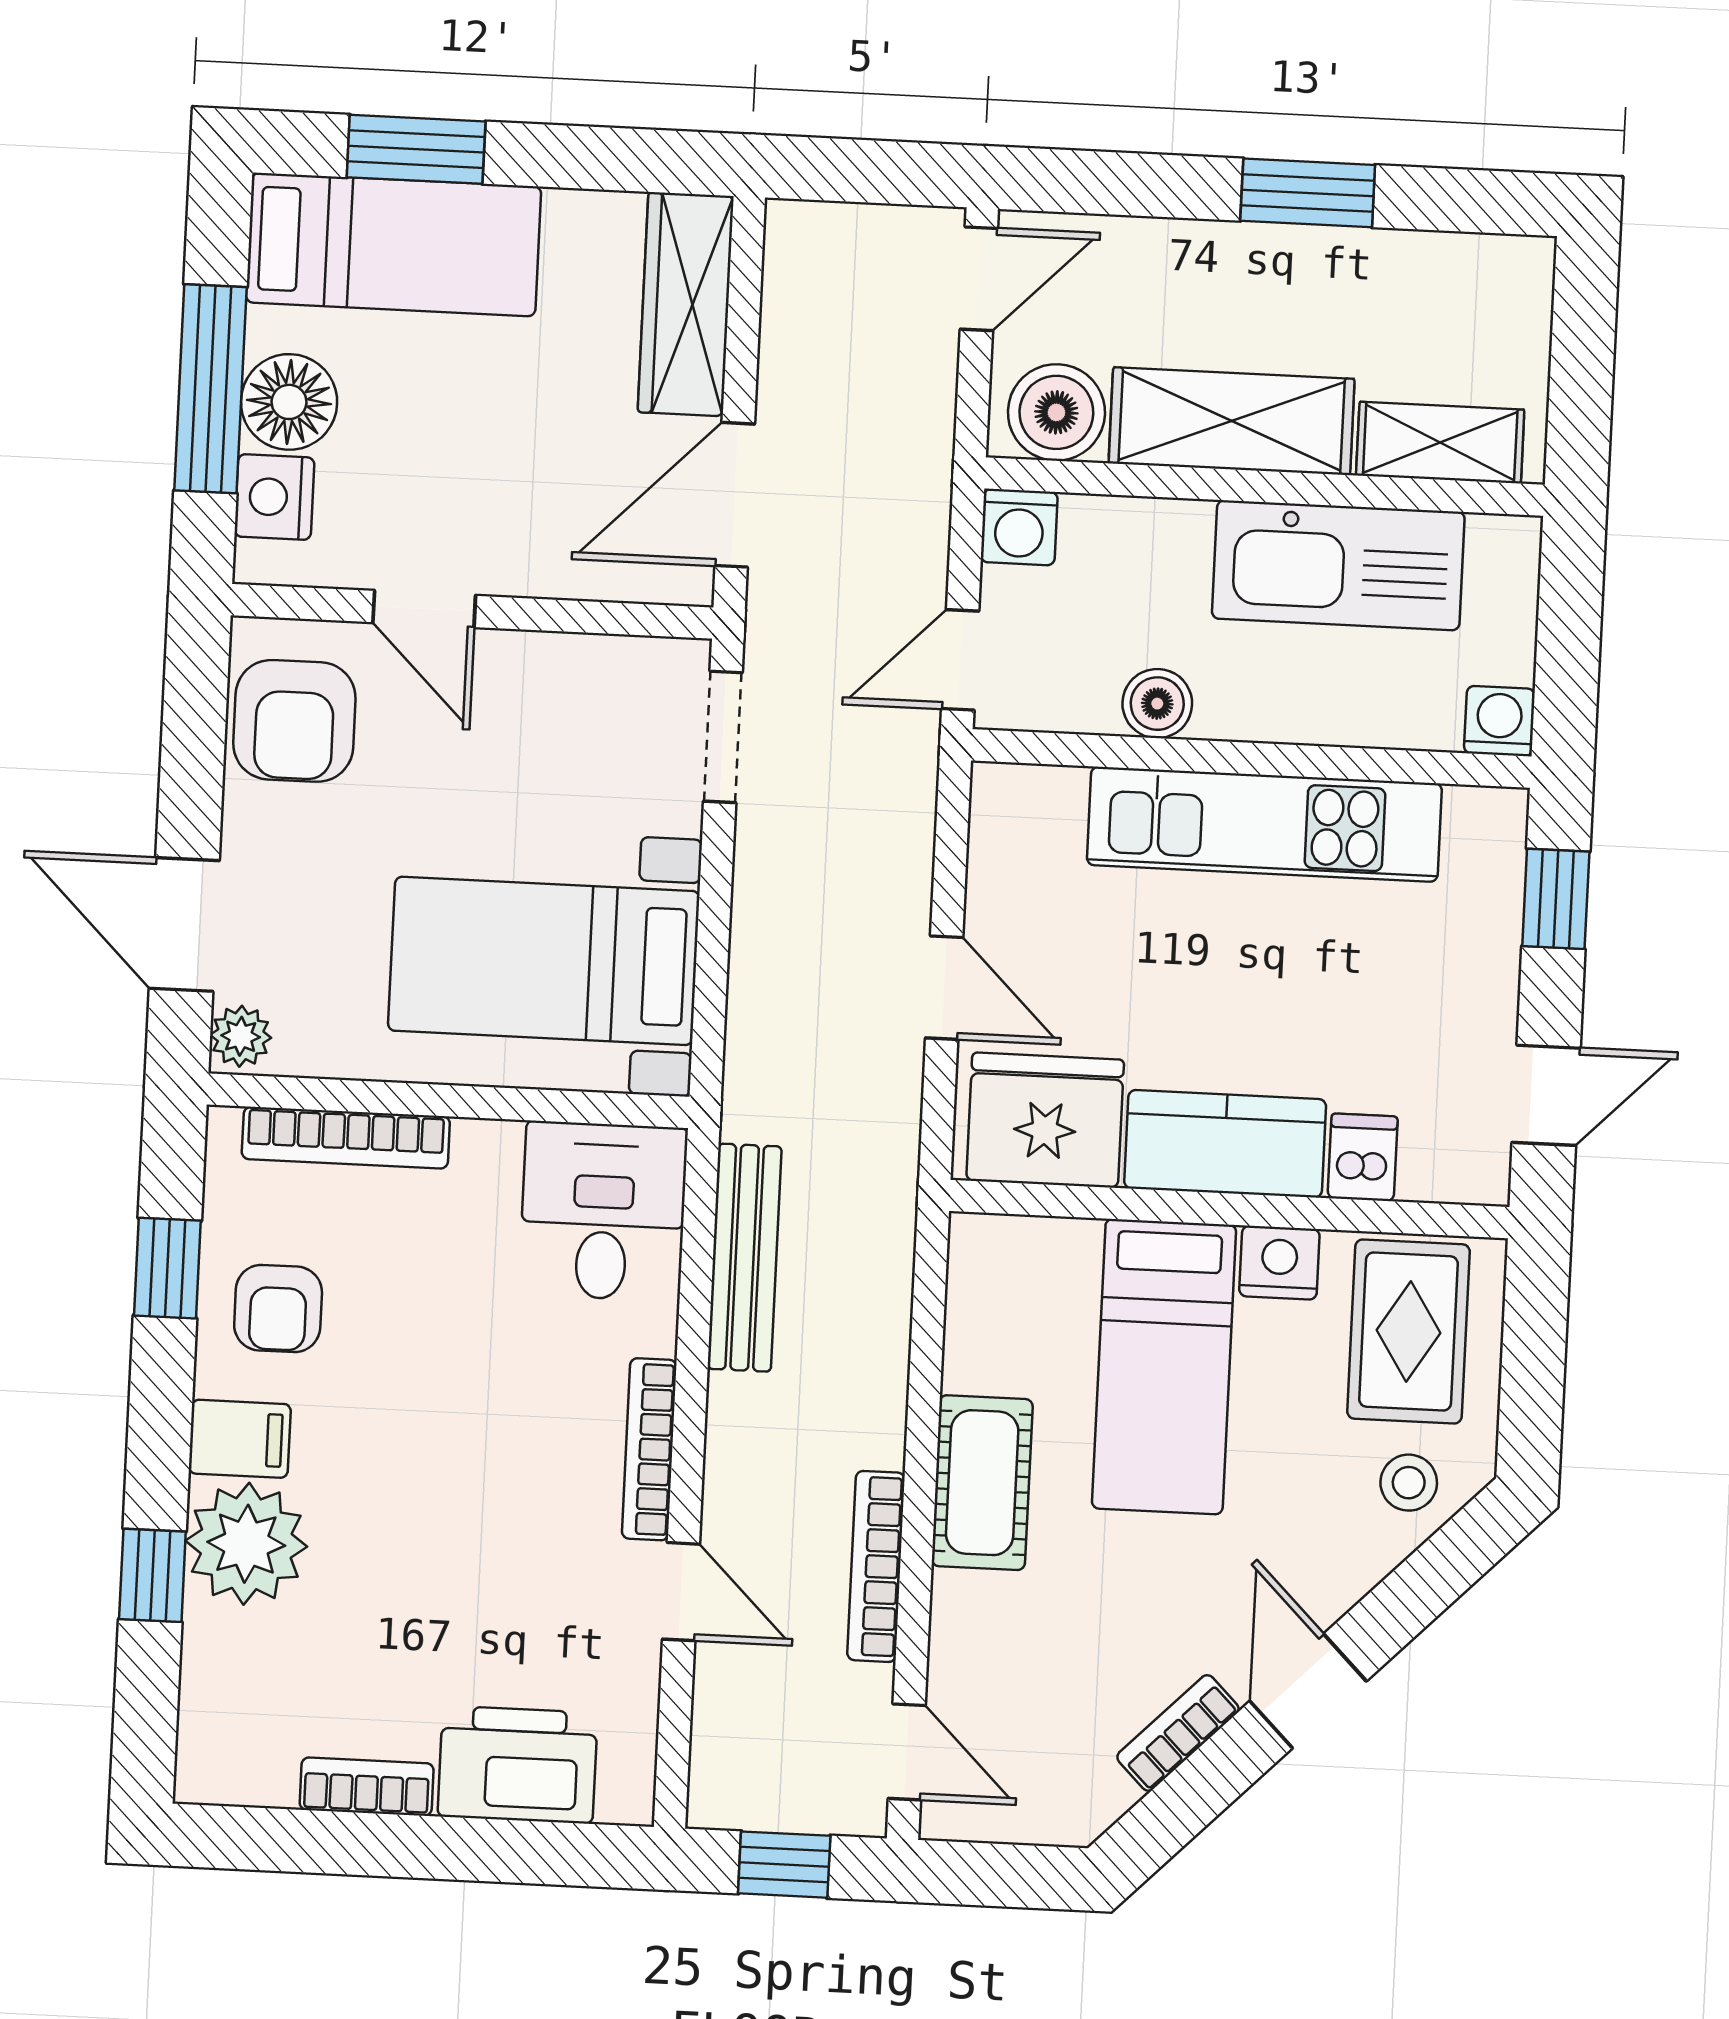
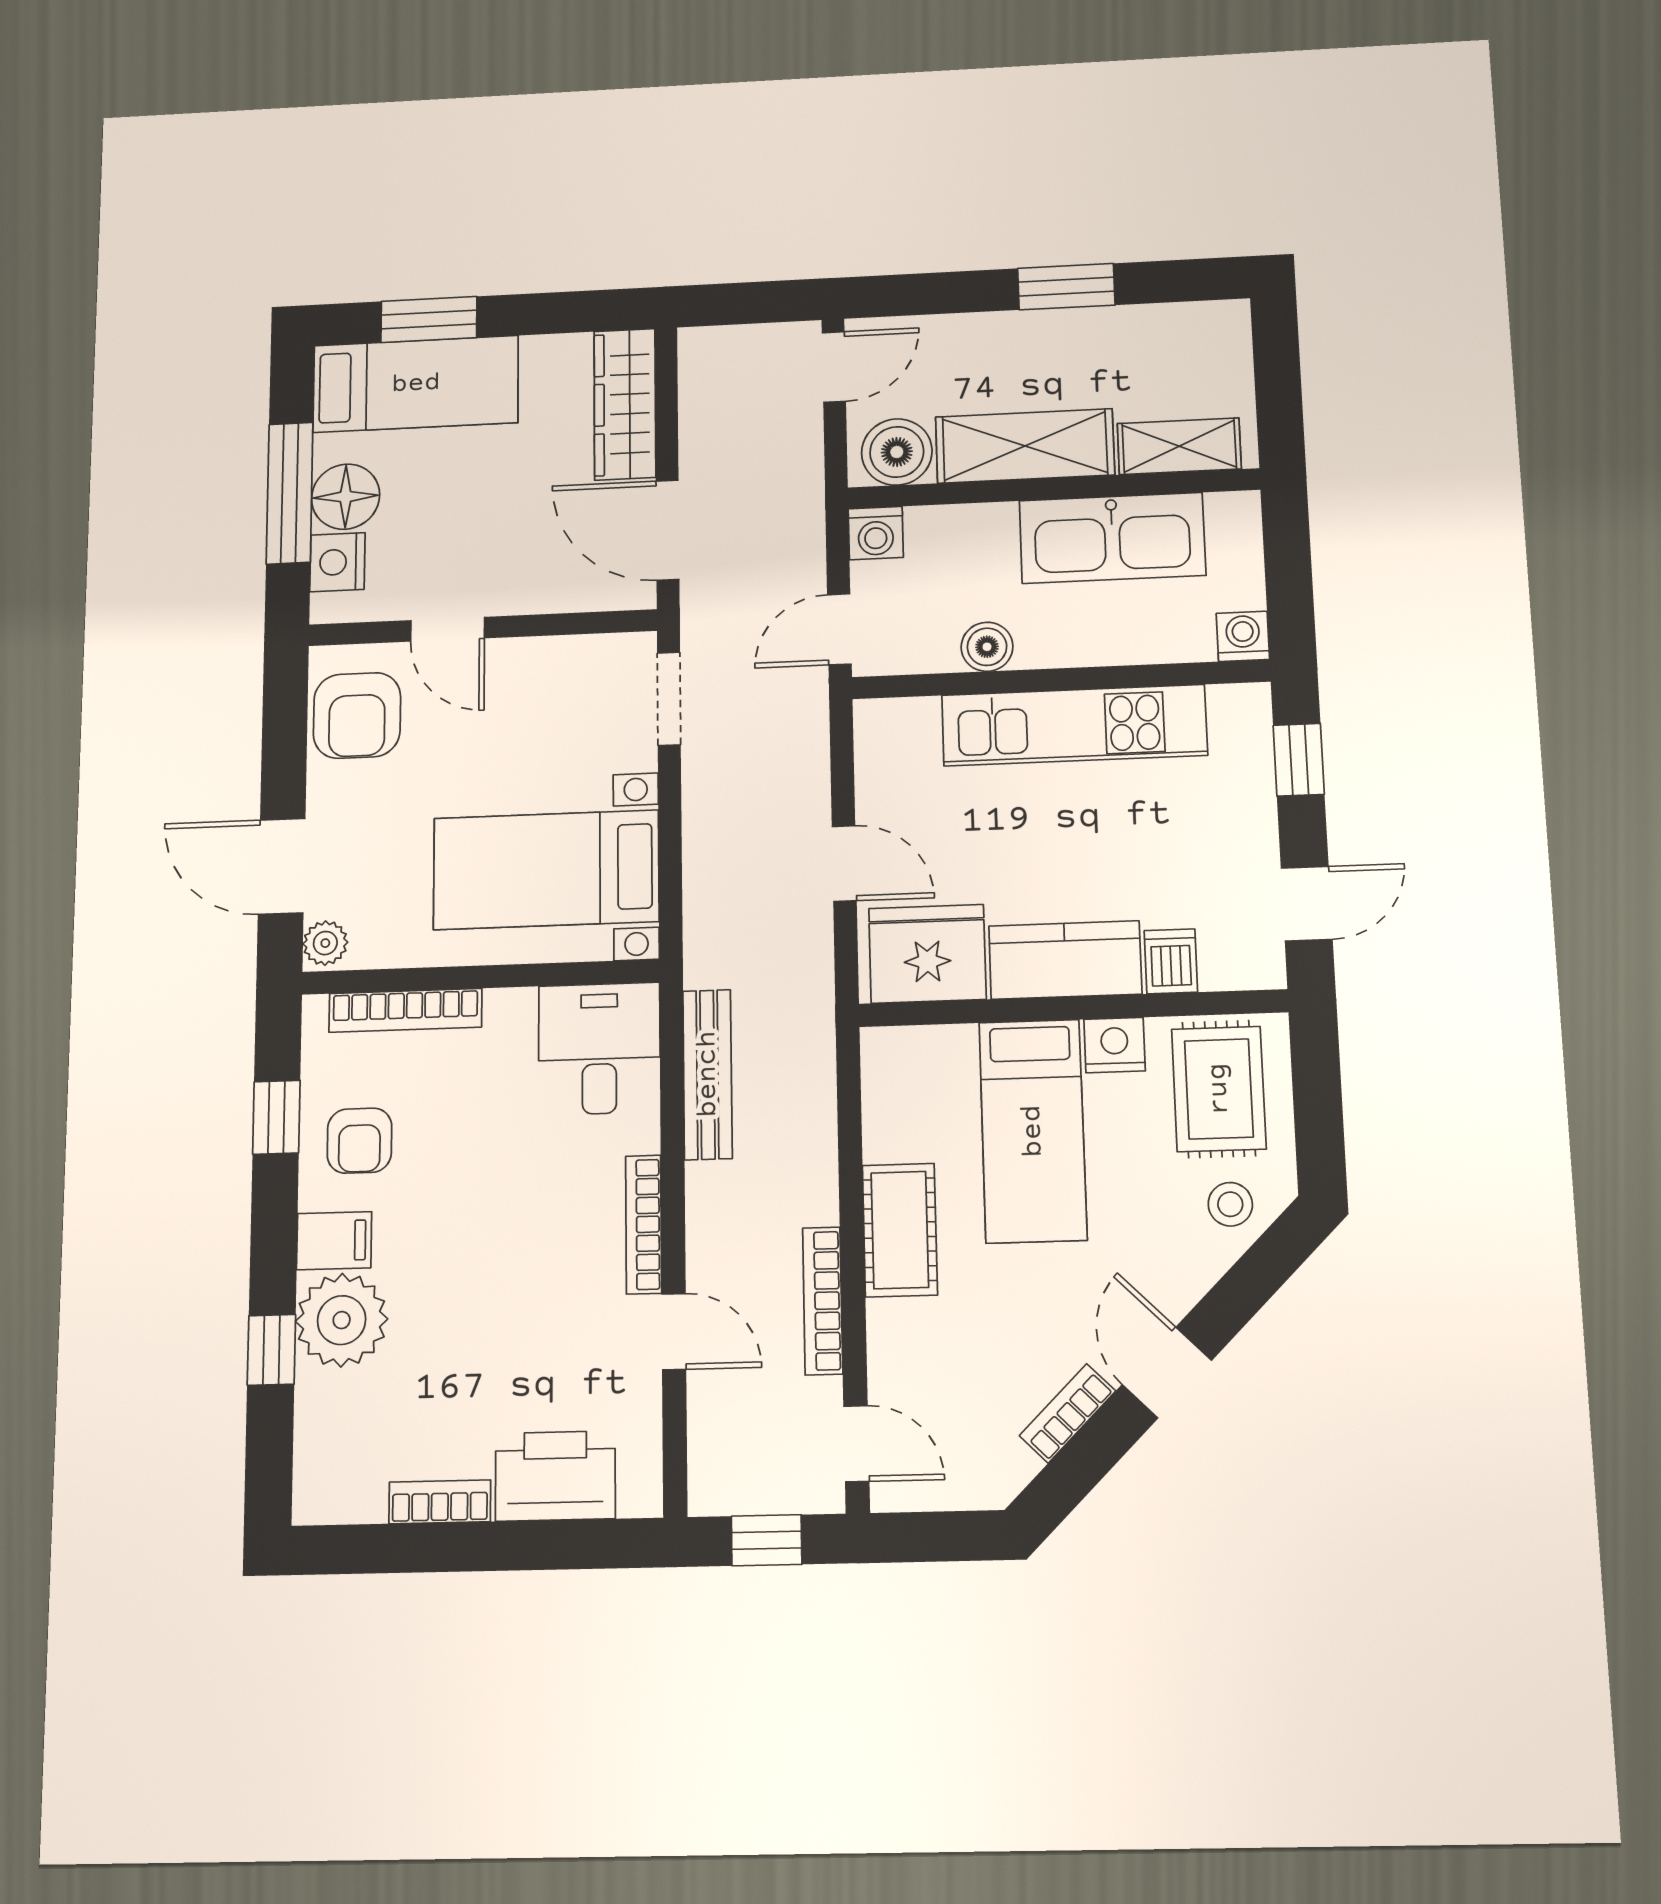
door: (735, 495) -> (668, 530), hinge flipped

